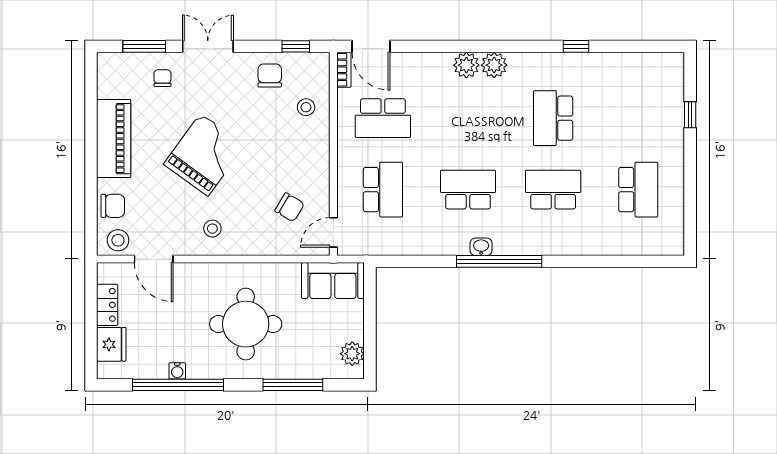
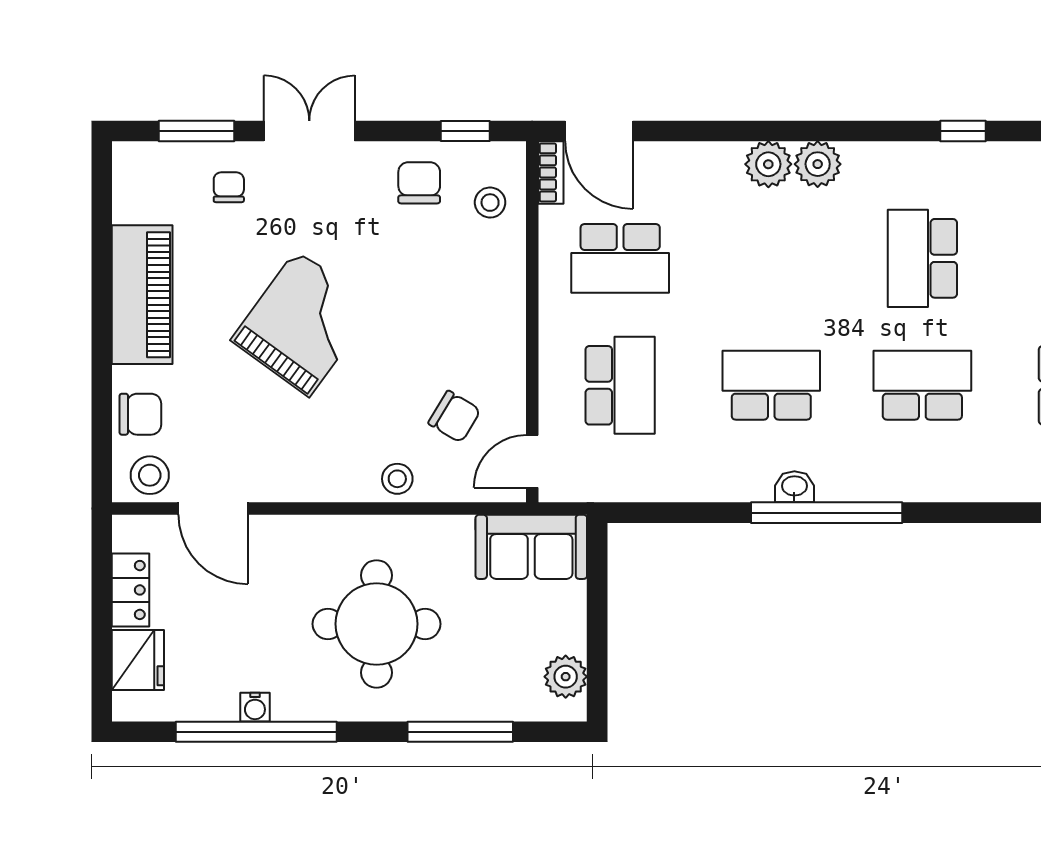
stool: (306, 107) -> (490, 203), moved
stool: (212, 229) -> (397, 479), moved

